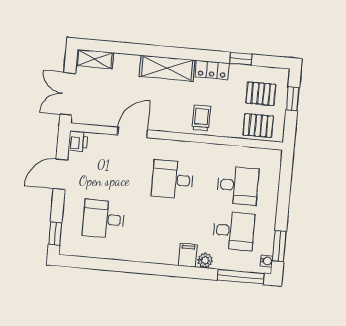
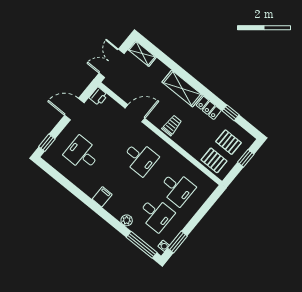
trolley: (201, 118) -> (172, 125), moved
desk: (173, 180) -> (140, 158), turned 180
filing cabinet: (188, 255) -> (102, 197), moved

